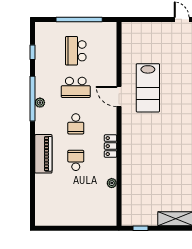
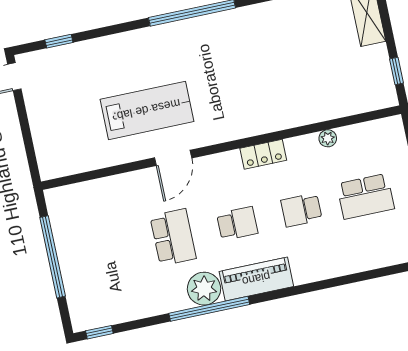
school desk: (76, 51) -> (366, 196), moved
window: (33, 52) -> (99, 332), moved
plant: (40, 103) -> (204, 289), width x1.87, depth x1.87
piano: (43, 154) -> (256, 279), moved

